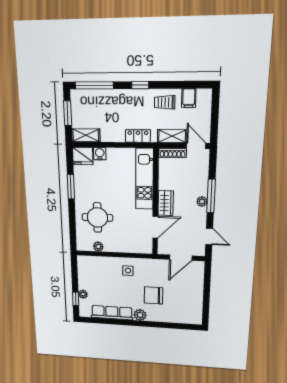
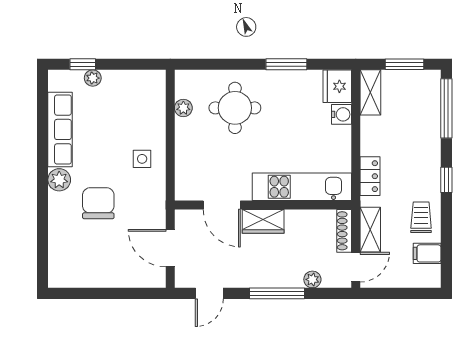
plant: (202, 201) -> (312, 279), moved

